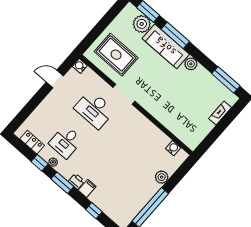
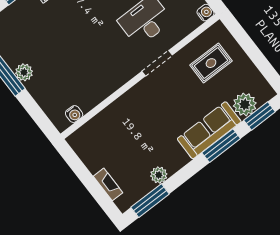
rug: (116, 55) -> (211, 63), width x0.73, depth x0.70
plant: (191, 64) -> (159, 175), moved
plant: (162, 177) -> (24, 72), moved

